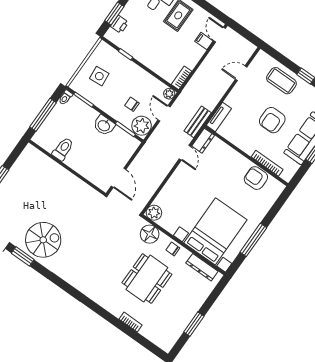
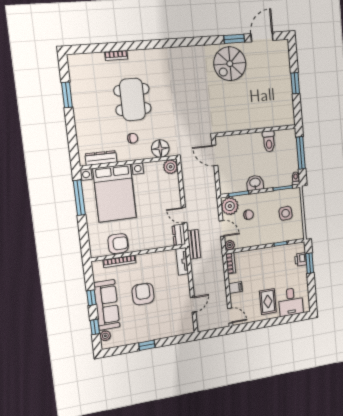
filing cabinet: (204, 41) -> (235, 288), moved
coffee table: (281, 81) -> (161, 326), removed
plant: (154, 213) -> (171, 167), moved
bed with nightstands: (215, 231) -> (115, 193), moved
floor lamp: (150, 234) -> (160, 148), moved
wall: (184, 245) -> (129, 163), moved
dresser: (202, 267) -> (101, 158), moved

